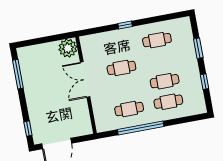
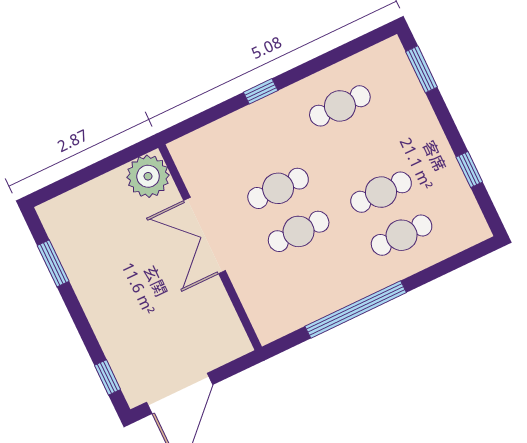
window: (198, 48) -> (422, 69), moved
window: (18, 74) -> (53, 263), width x0.69
cafe table: (129, 109) -> (299, 231), moved

